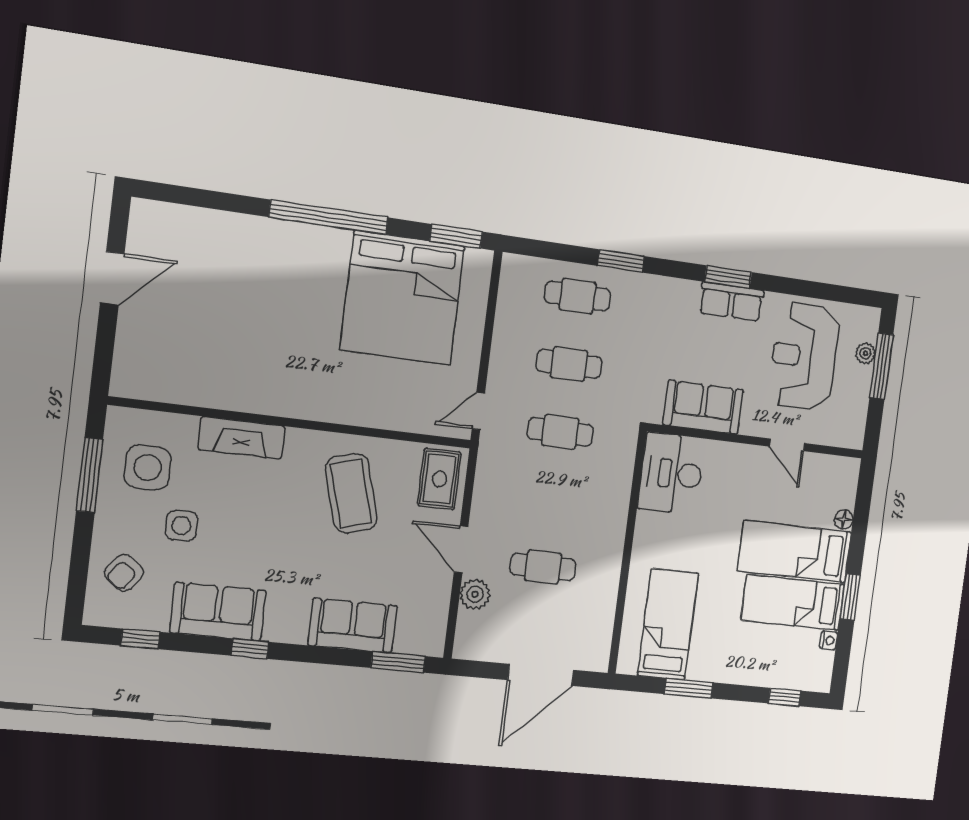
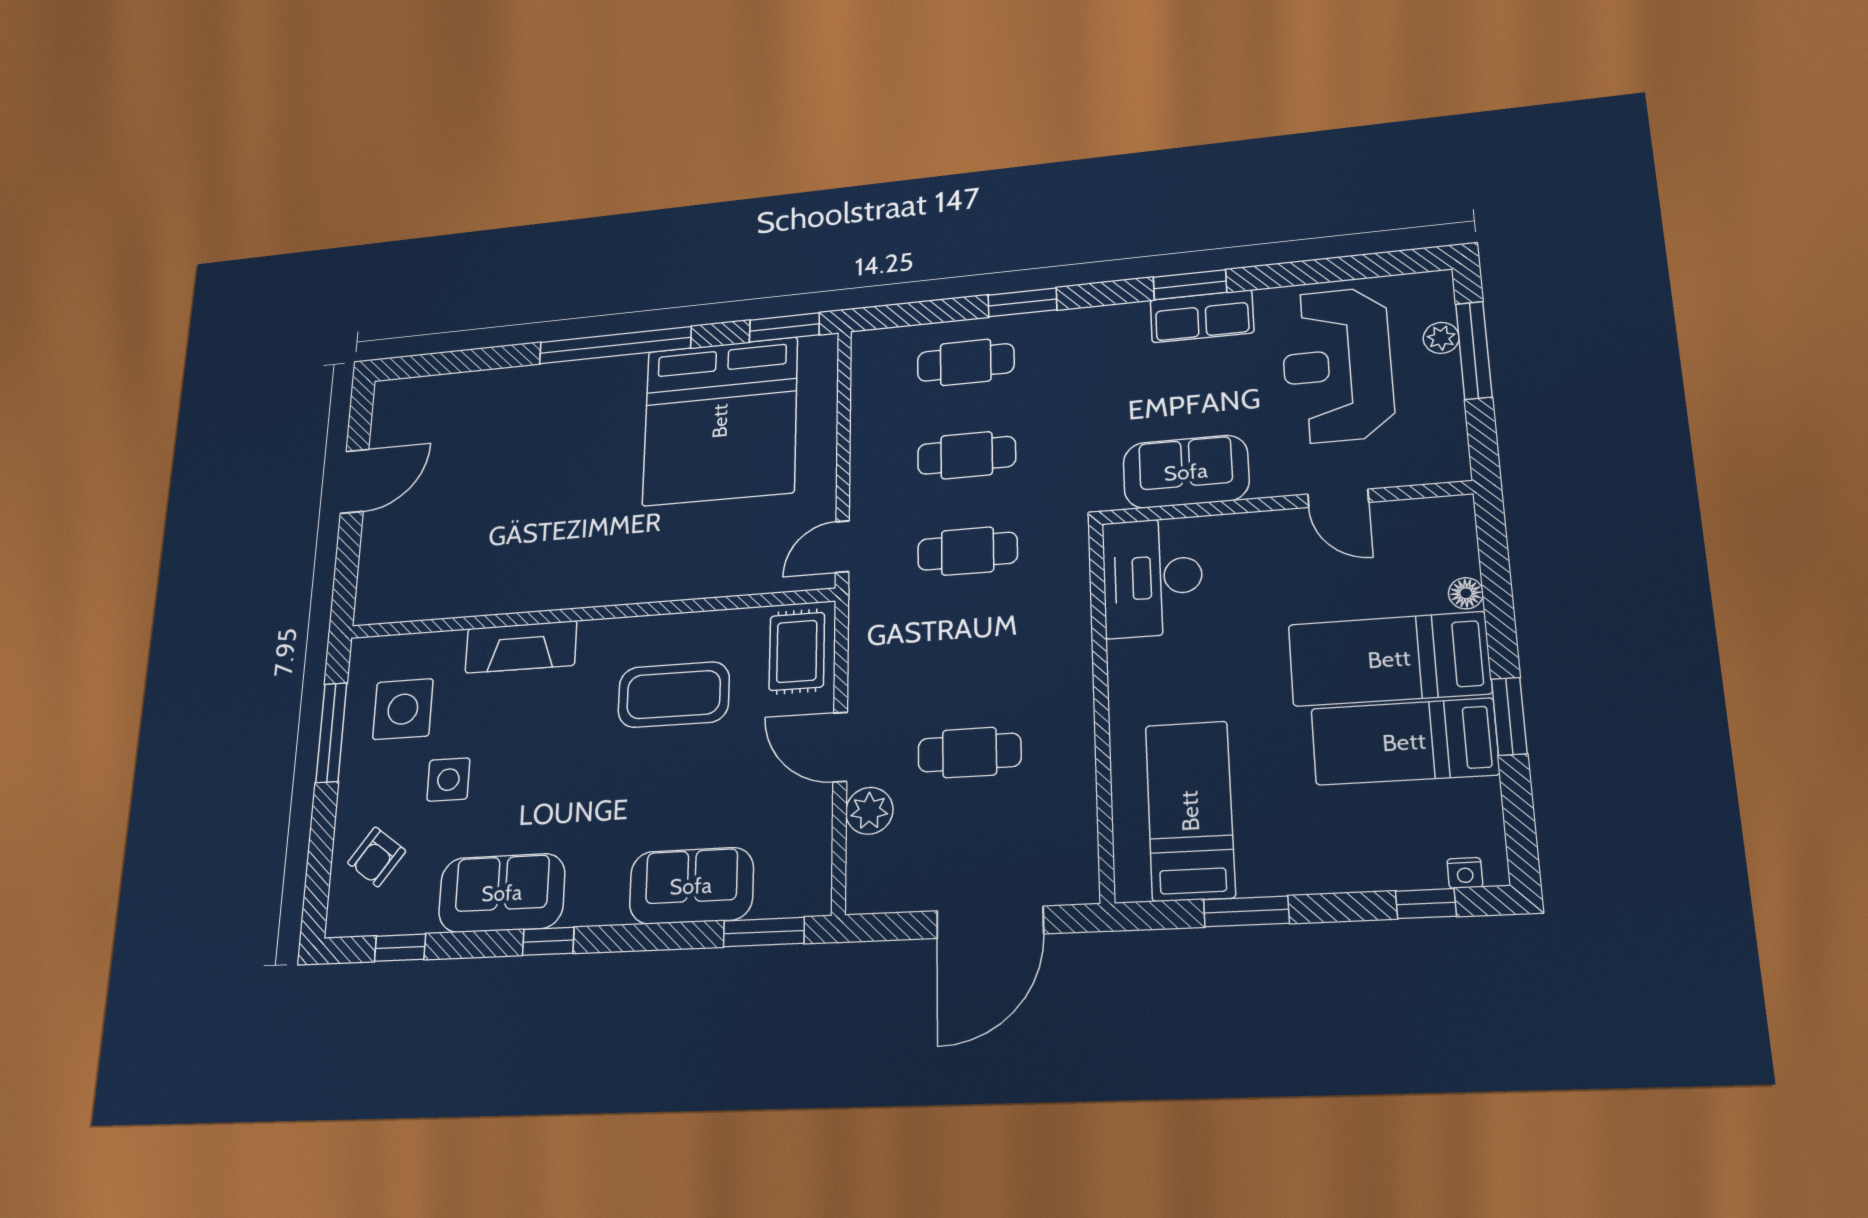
coffee table: (351, 493) -> (674, 695), turned -74
nightstand: (829, 640) -> (1465, 873), moved, turned 90

